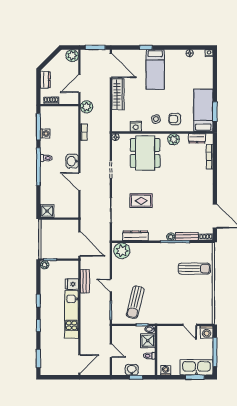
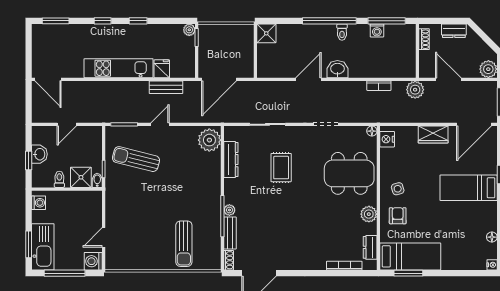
wardrobe: (118, 94) -> (433, 135), width x0.67
nightstand: (136, 126) -> (387, 139), moved

